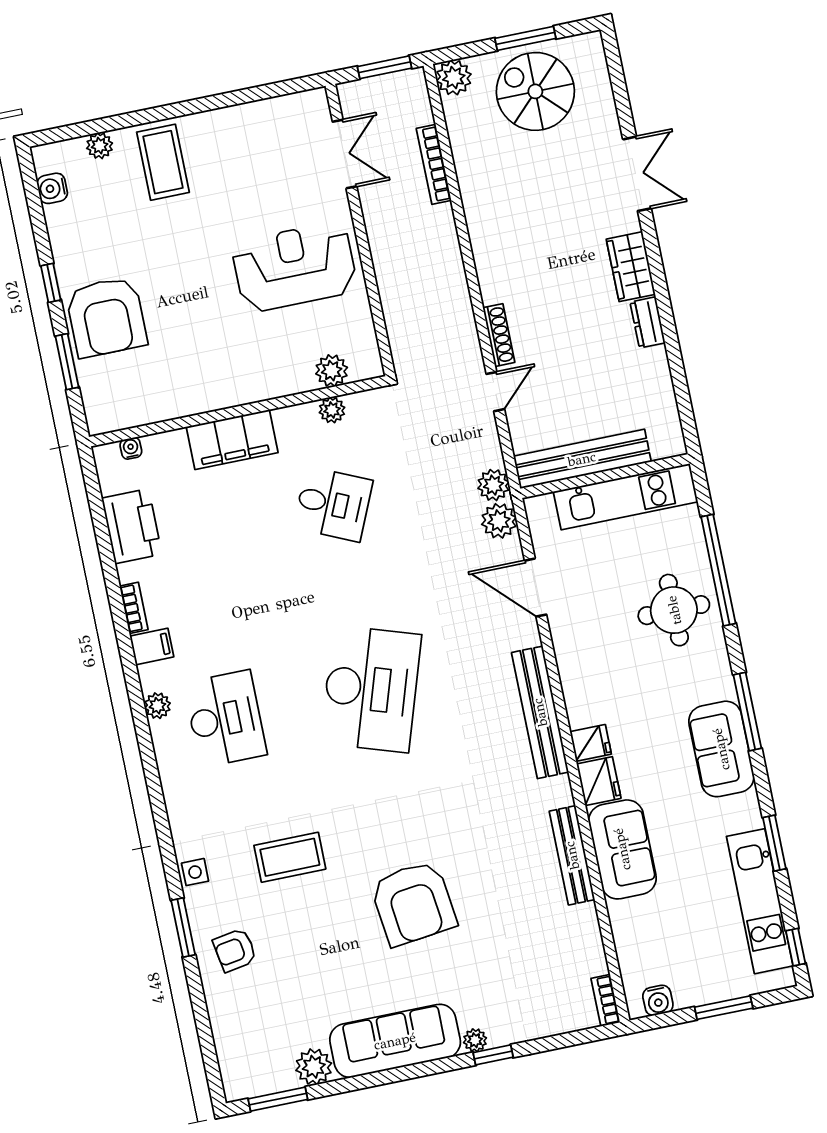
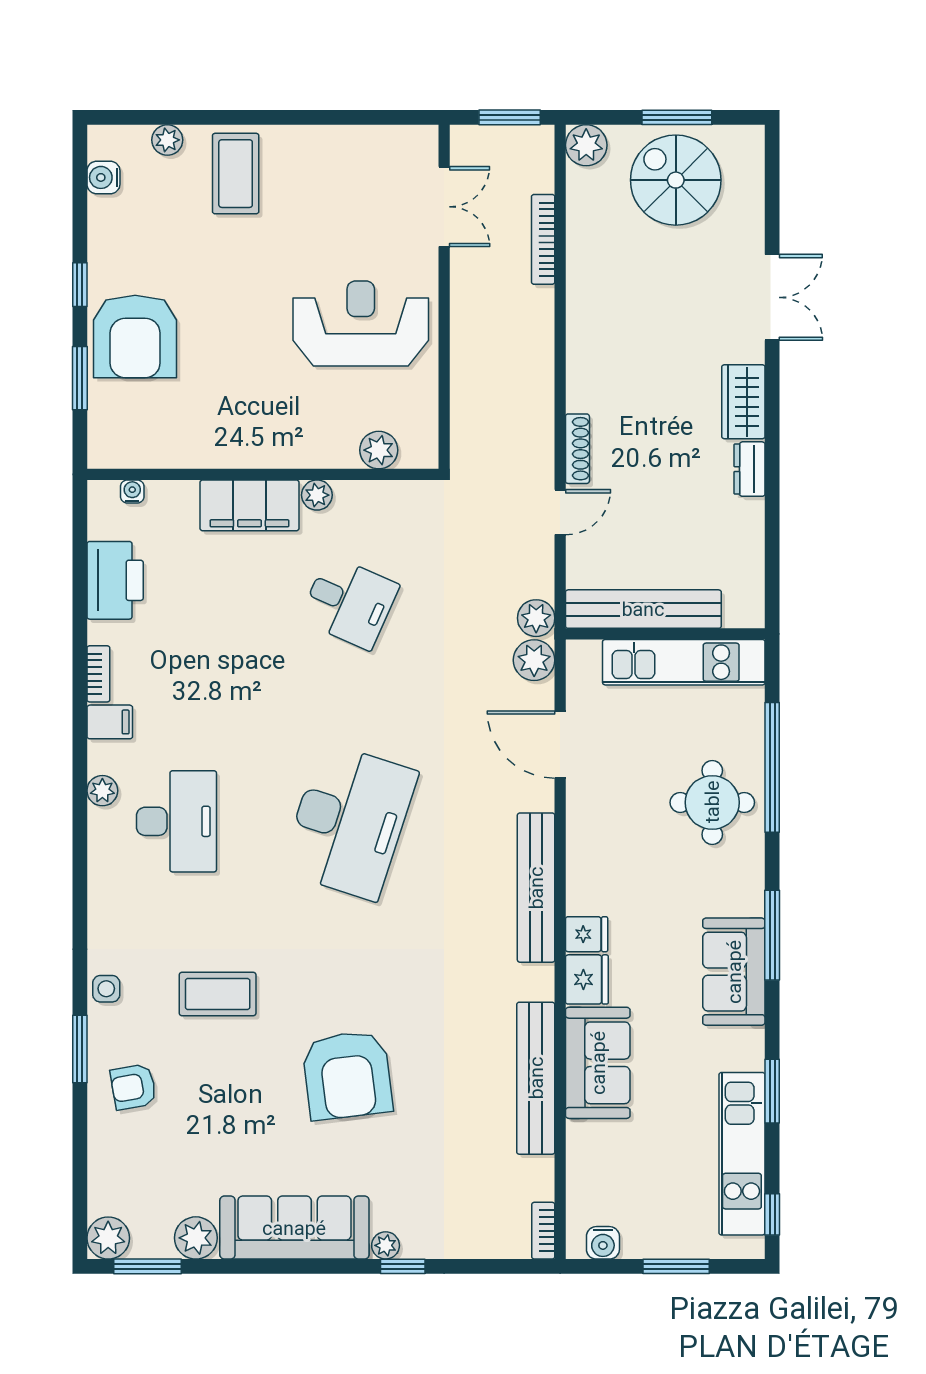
plant: (332, 410) -> (317, 495), moved
bench: (572, 855) -> (536, 1078), width x1.37, depth x1.21
plant: (240, 1082) -> (108, 1238), added

